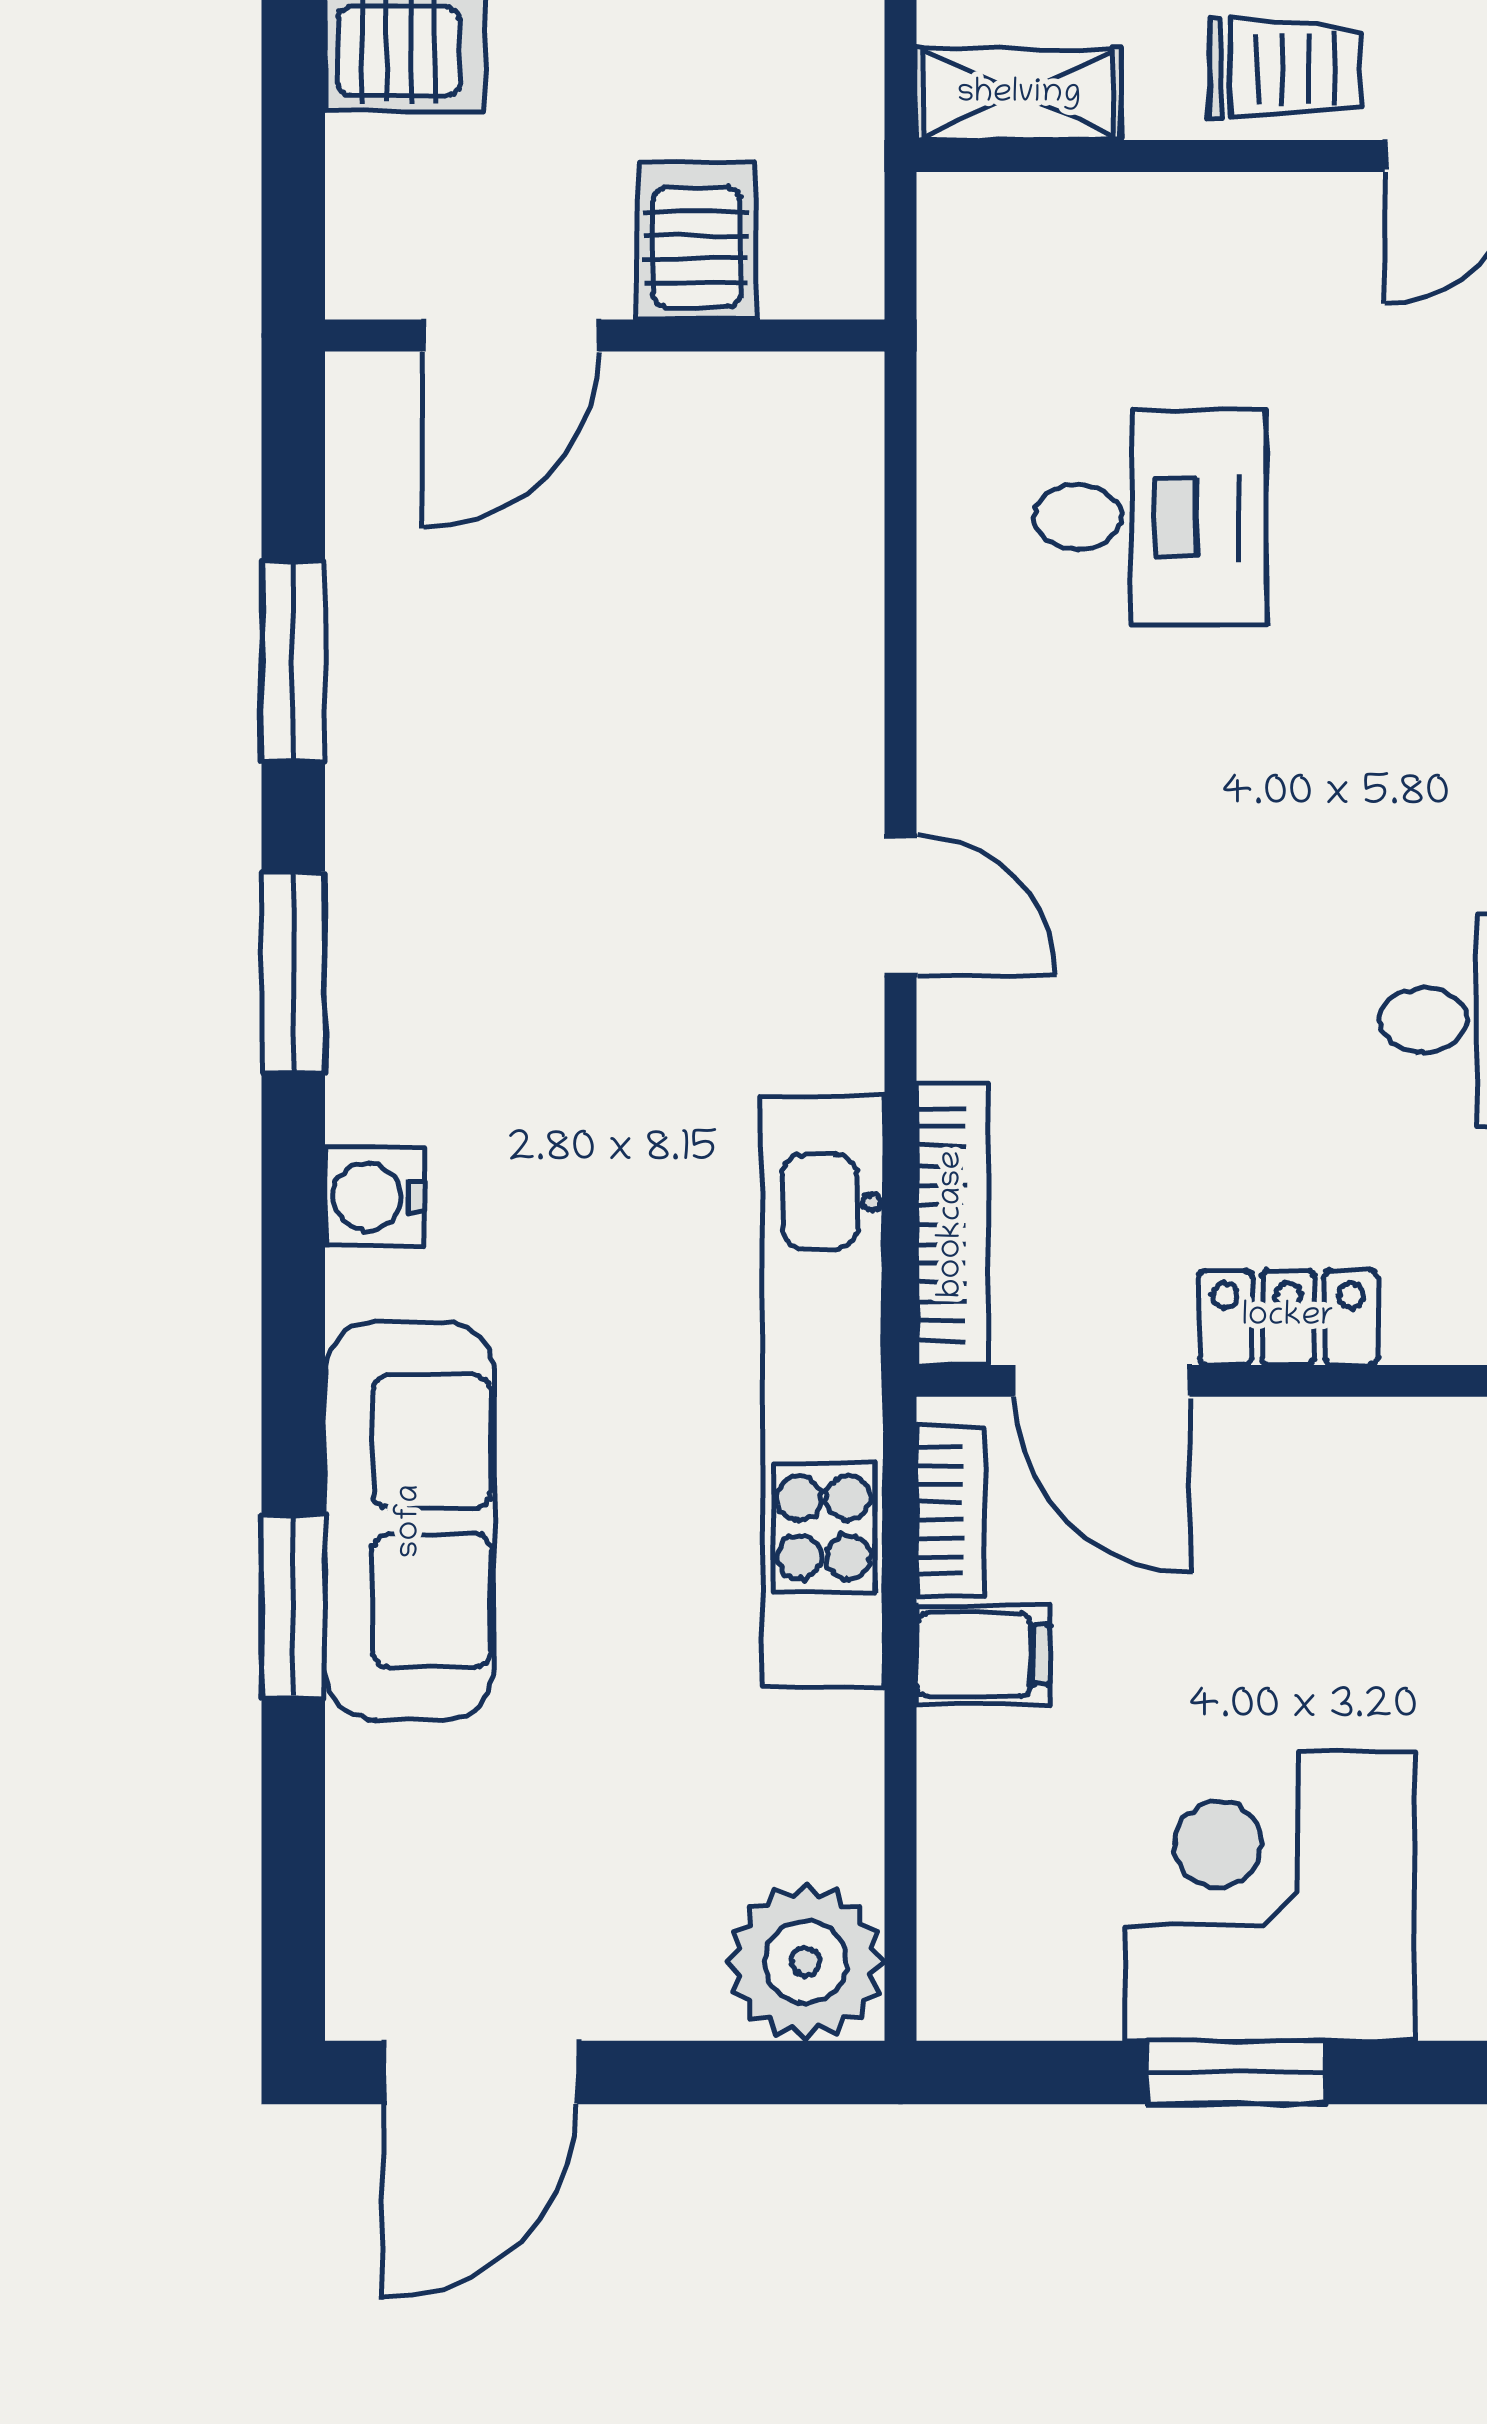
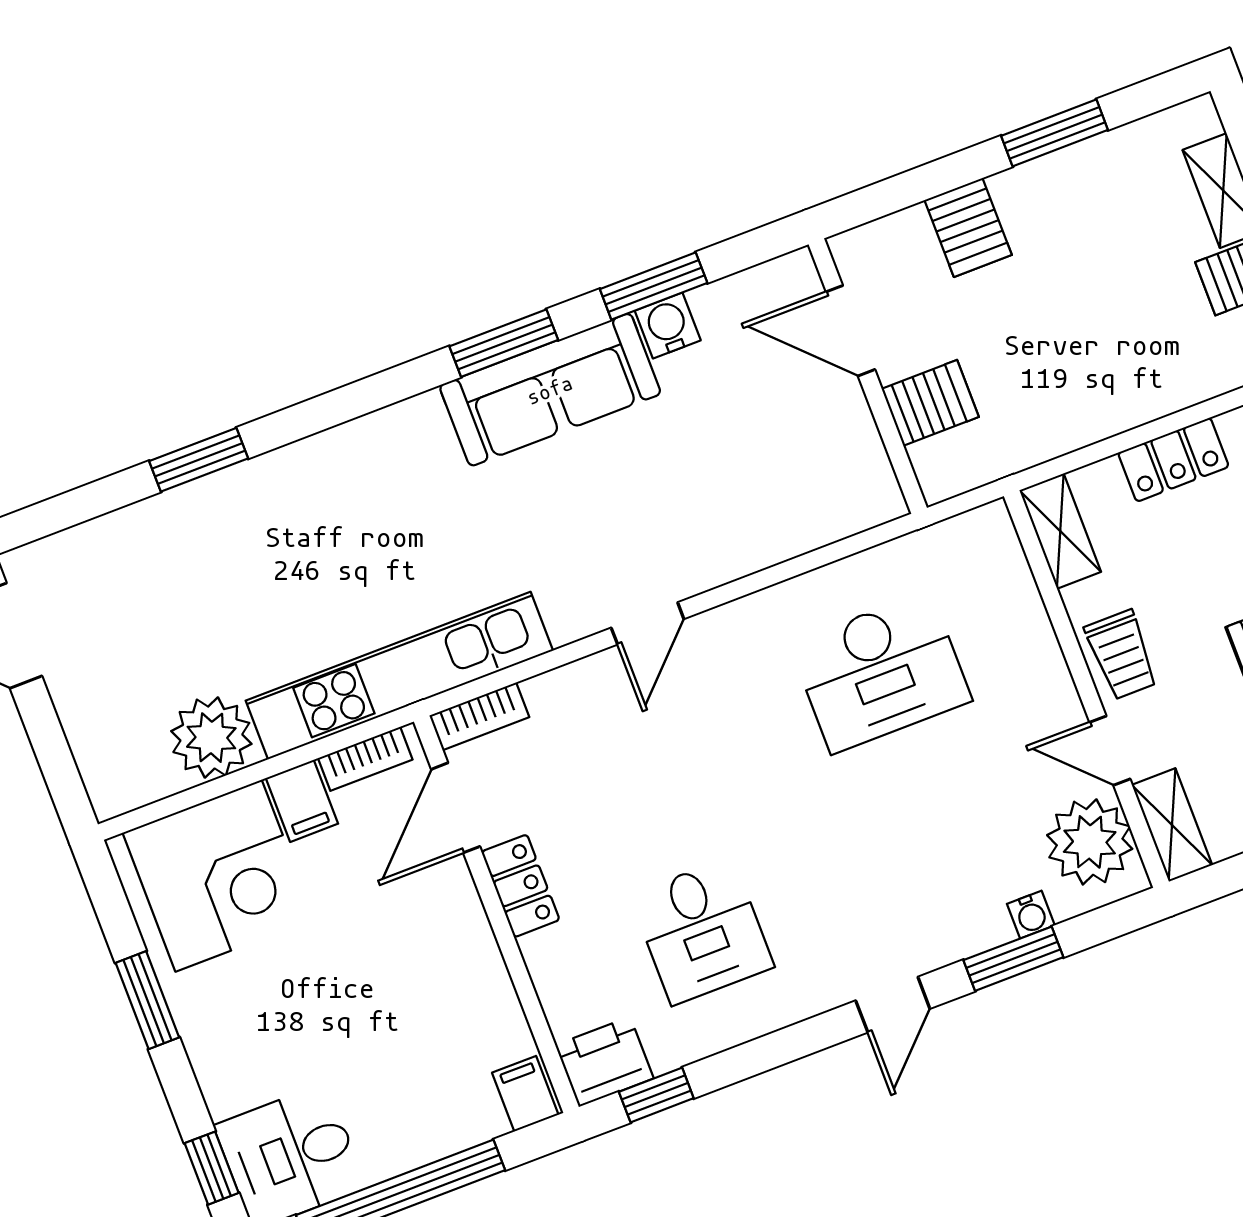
desk: (1150, 517) -> (881, 672), width x1.37
water cooler: (375, 1197) -> (668, 326), moved
bookcase: (952, 1224) -> (479, 716), width x0.64
sofa: (410, 1521) -> (550, 390), moved
corner desk: (1269, 1896) -> (219, 876), moved, turned 90
plant: (805, 1962) -> (211, 738), moved

